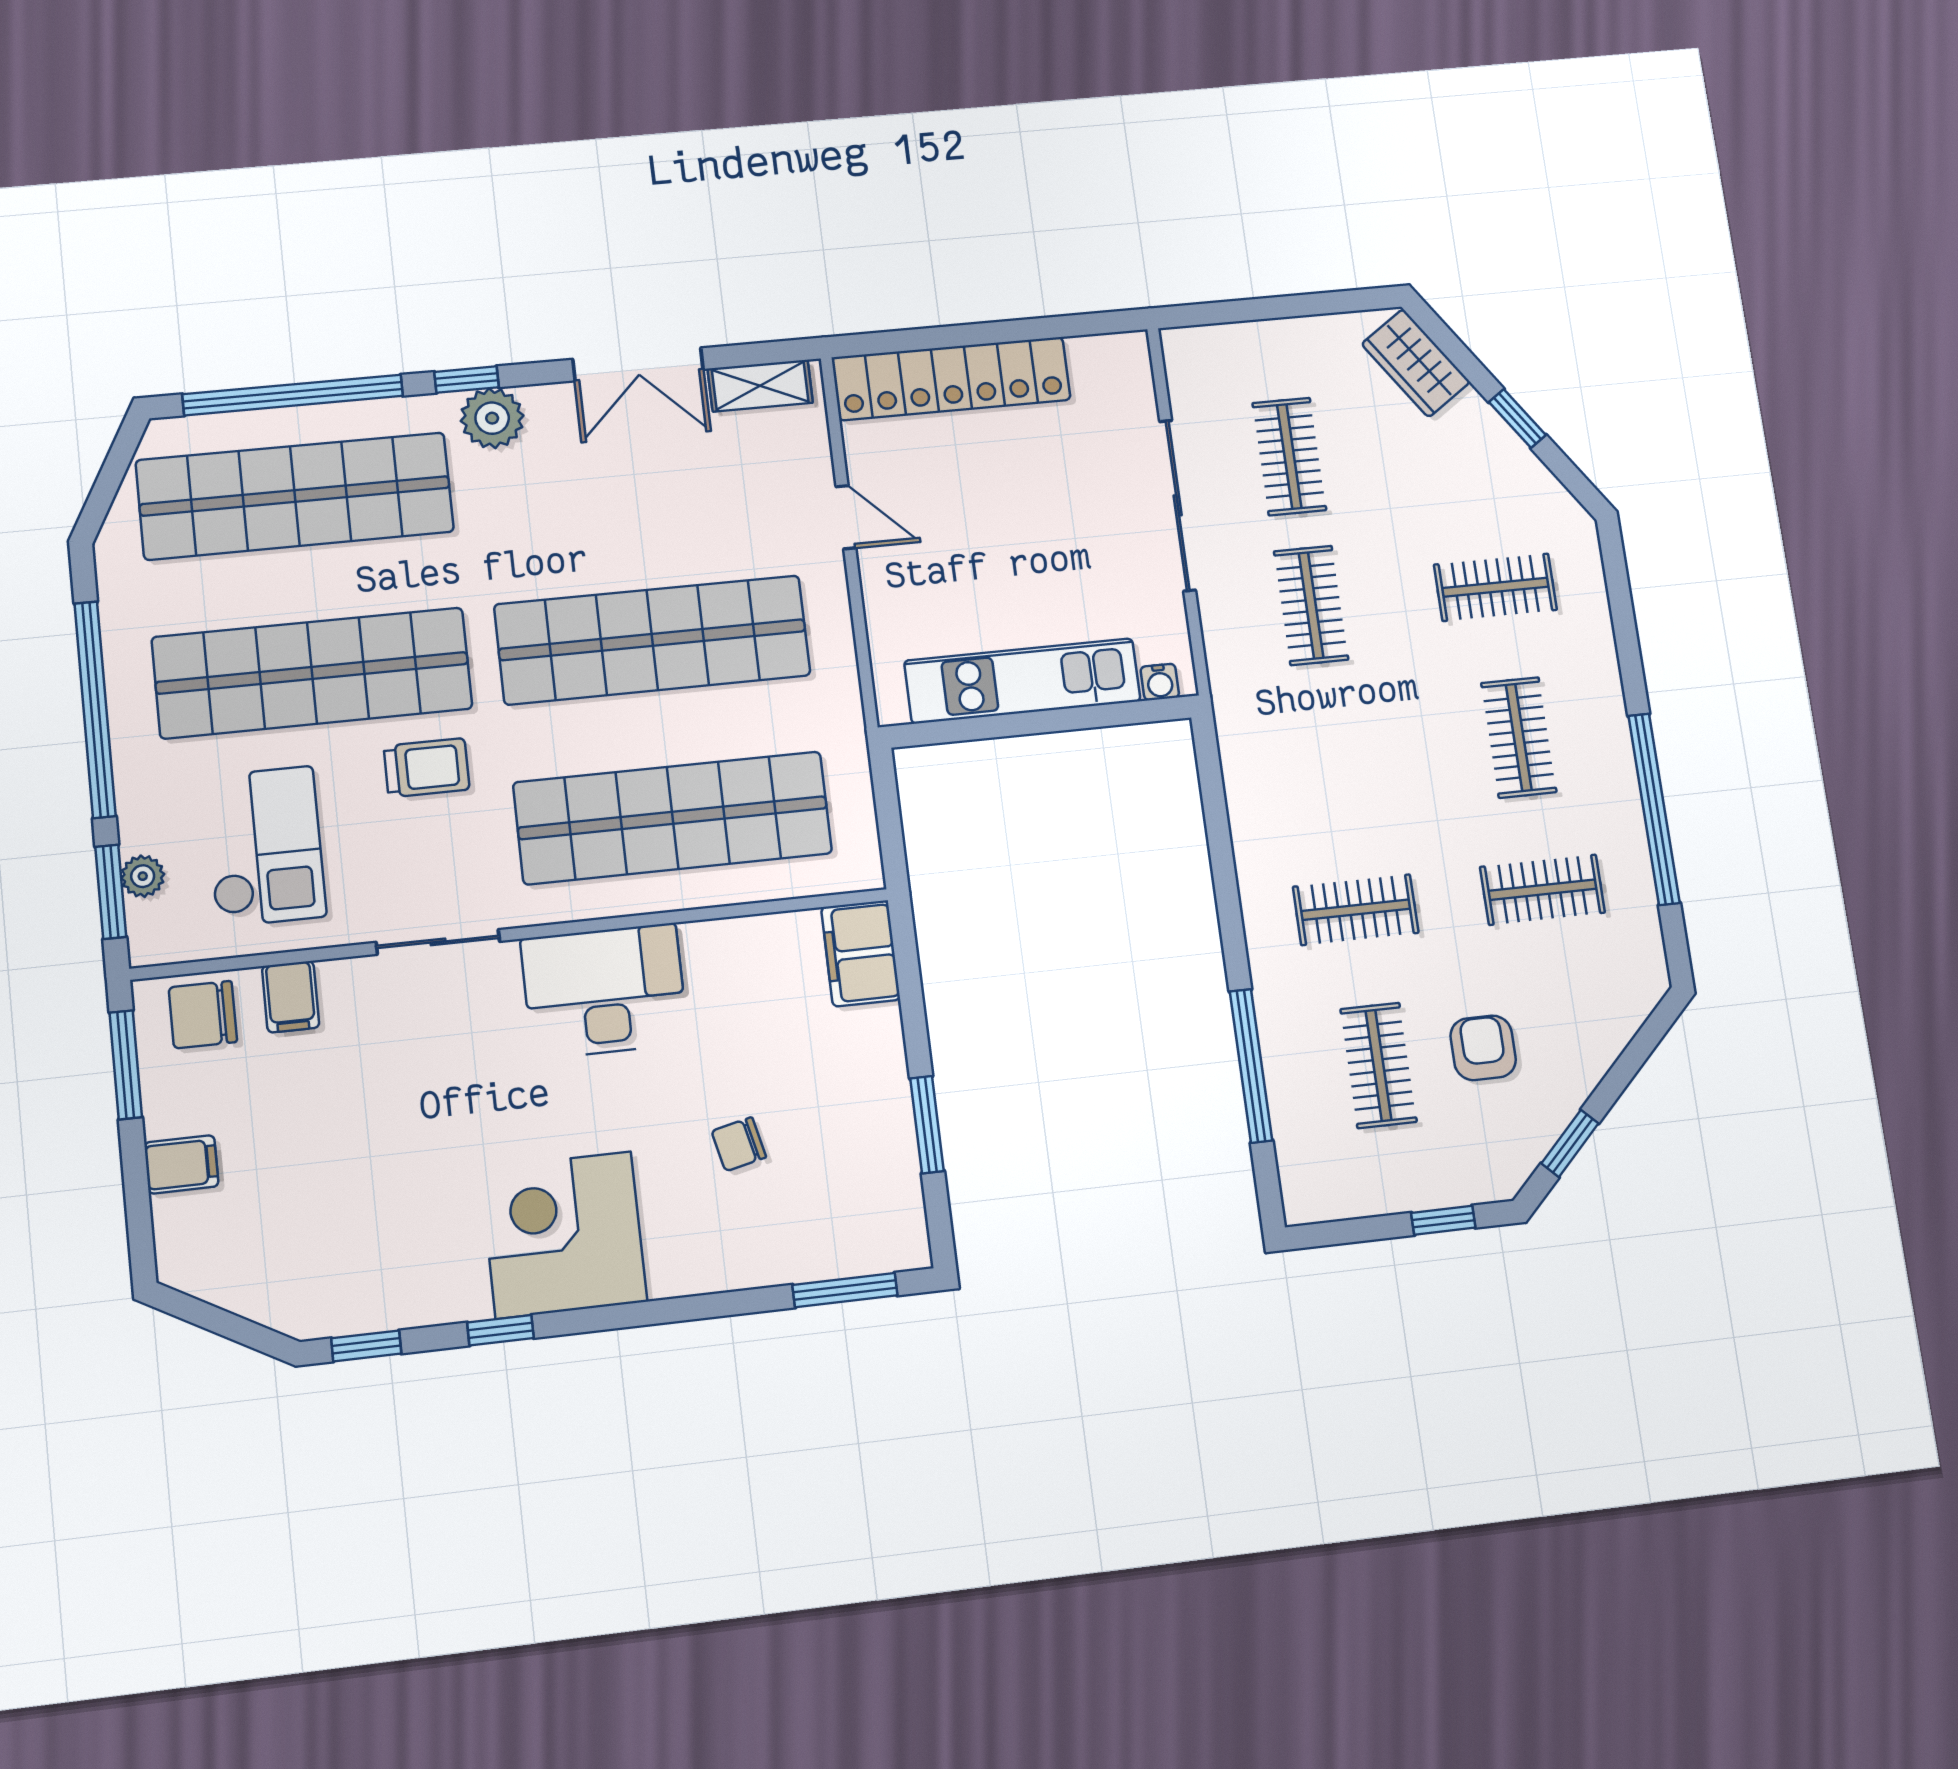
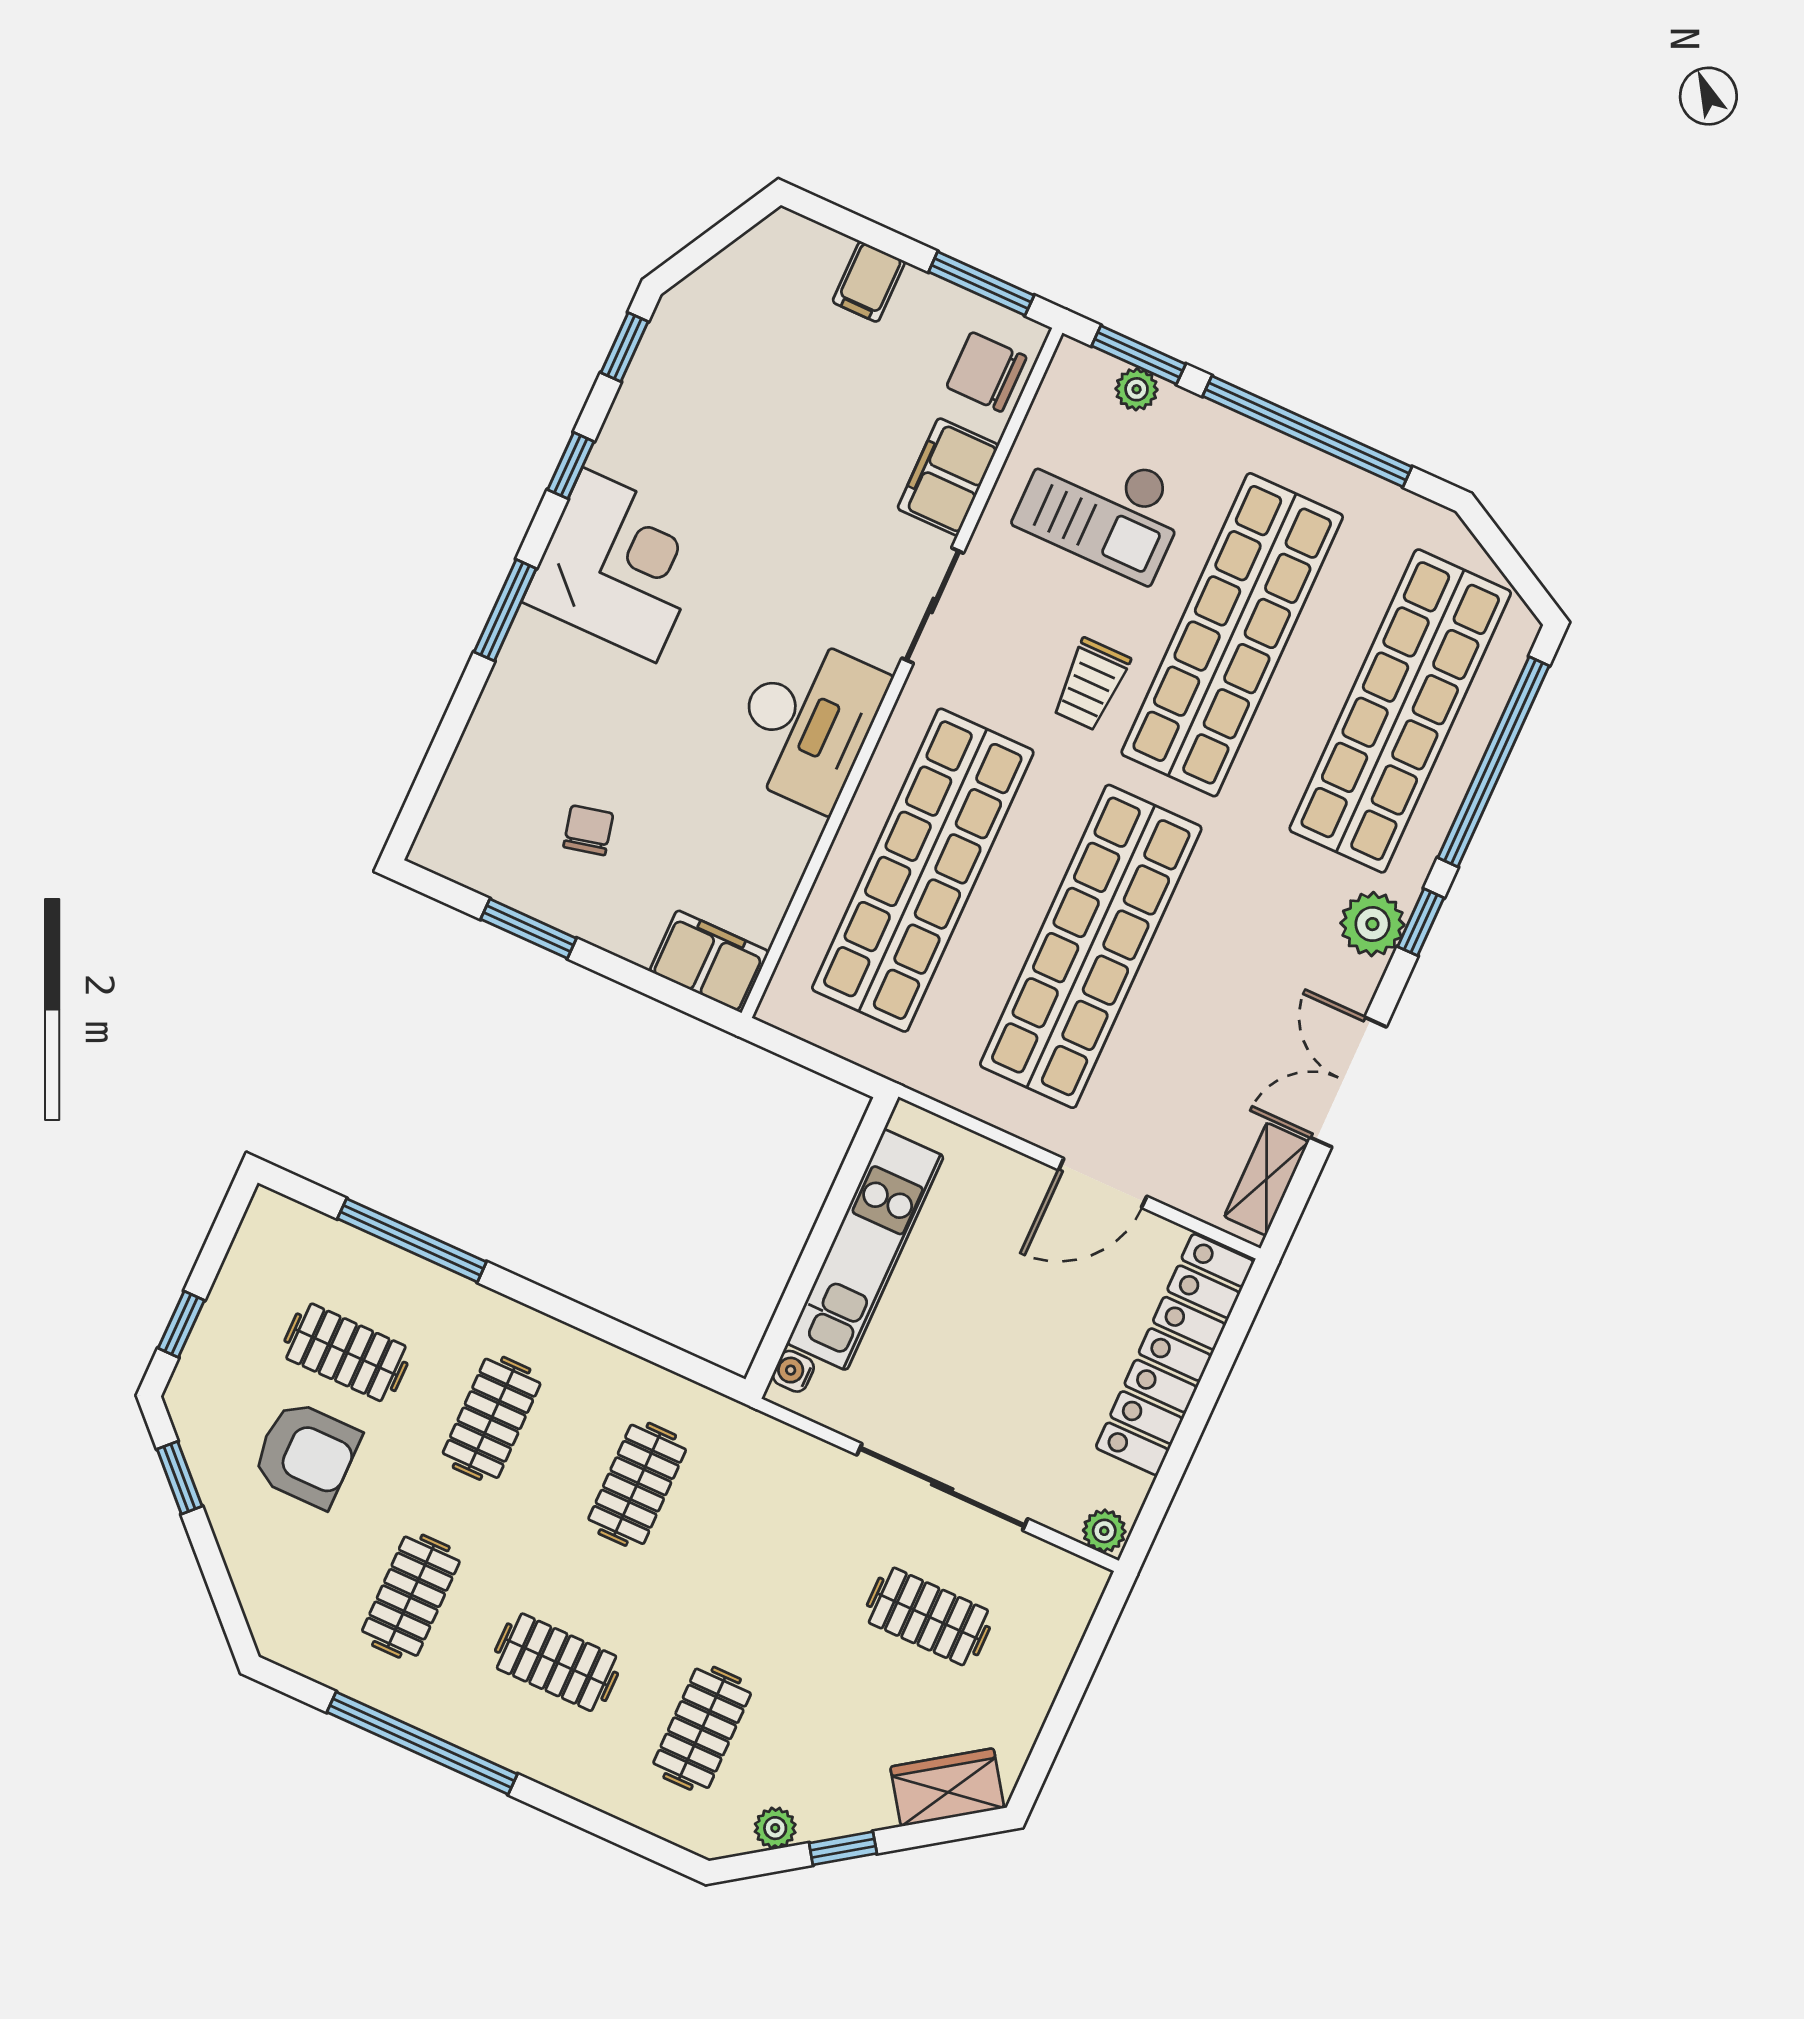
plant: (1131, 355) -> (1104, 1531), added
plant: (1536, 482) -> (775, 1828), added
door: (846, 517) -> (1103, 1183), width x1.37
clothes rail: (1311, 605) -> (637, 1484), moved, turned 90
filing cabinet: (291, 997) -> (948, 477), width x2.00
chair: (203, 1015) -> (986, 372), turned -90
armchair: (1483, 1048) -> (306, 1454), width x1.38, depth x1.38
chair: (739, 1144) -> (588, 830), moved
window: (845, 1290) -> (505, 610), moved

